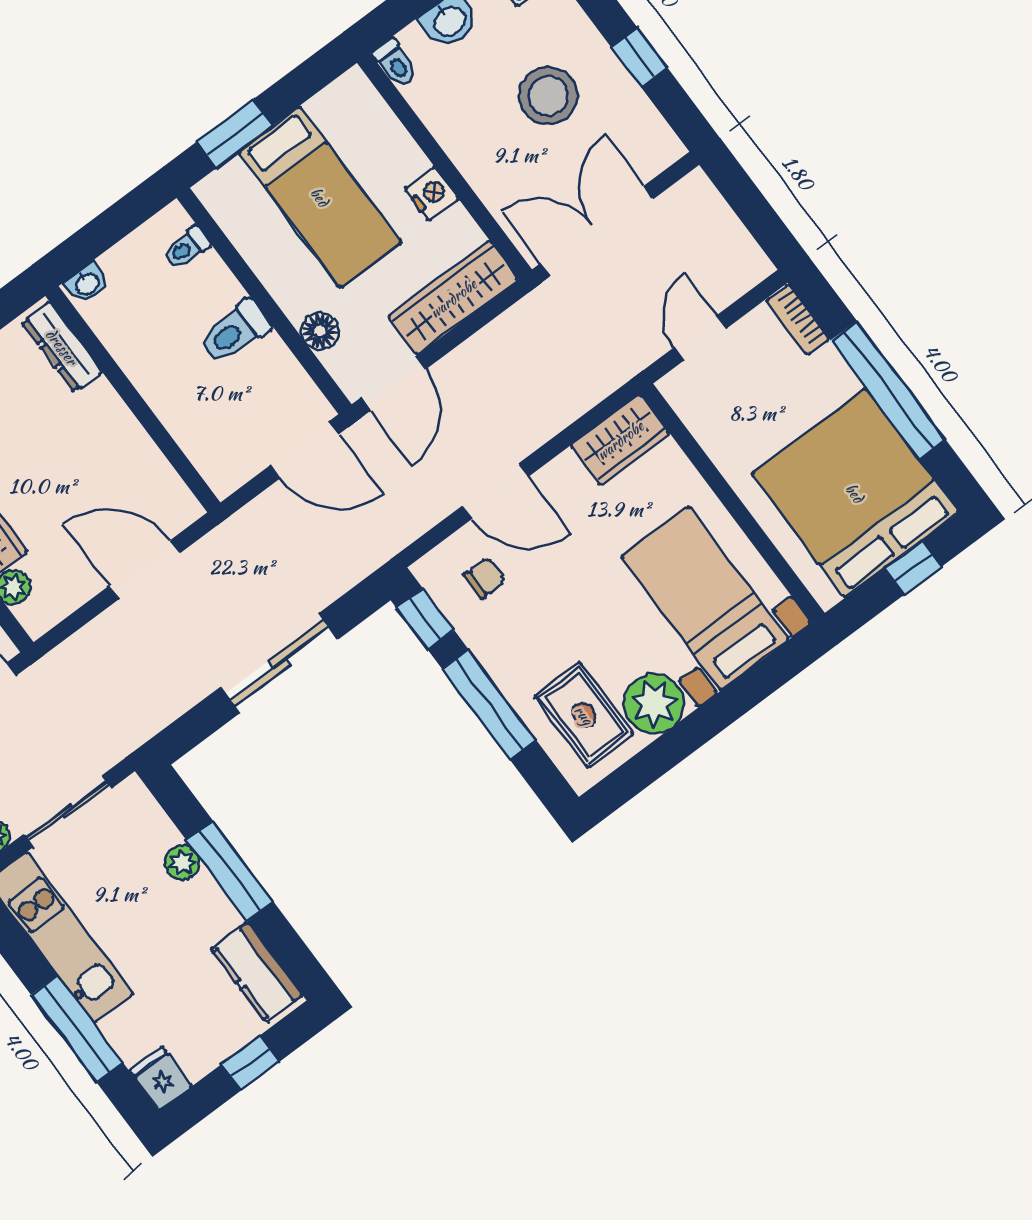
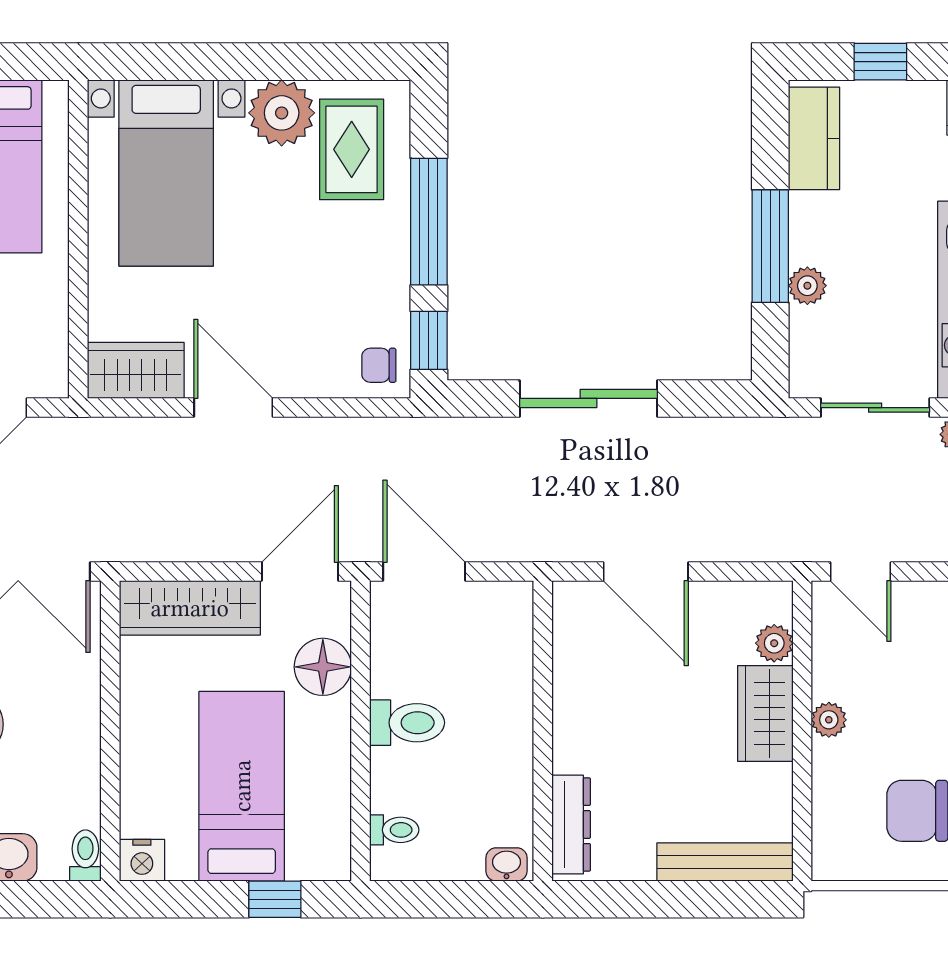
window: (235, 134) -> (275, 899), width x0.67
nightstand: (432, 194) -> (142, 860), moved, turned -90
floor lamp: (320, 331) -> (323, 667), width x1.38, depth x1.38
door: (495, 491) -> (233, 408), moved
chair: (485, 578) -> (379, 365), moved

